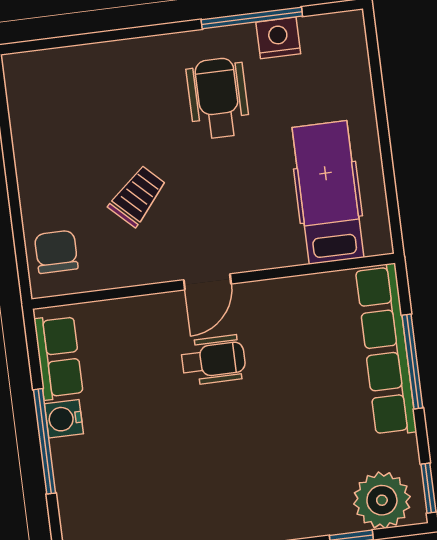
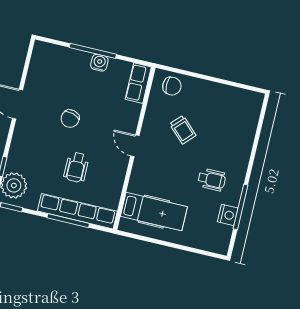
wheelchair: (218, 98) -> (212, 180), width x0.73, depth x0.73
row of seats: (59, 357) -> (138, 83), moved, turned 90
wheelchair: (213, 360) -> (76, 167), moved
chair: (201, 436) -> (70, 119), added

